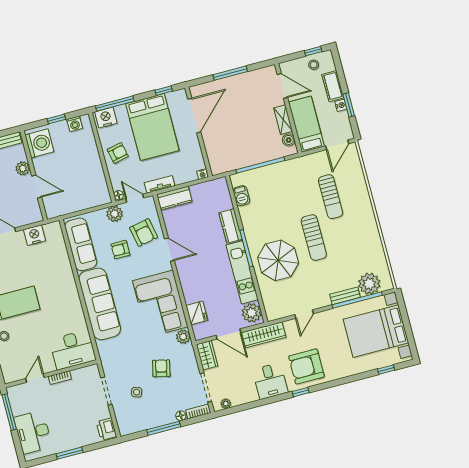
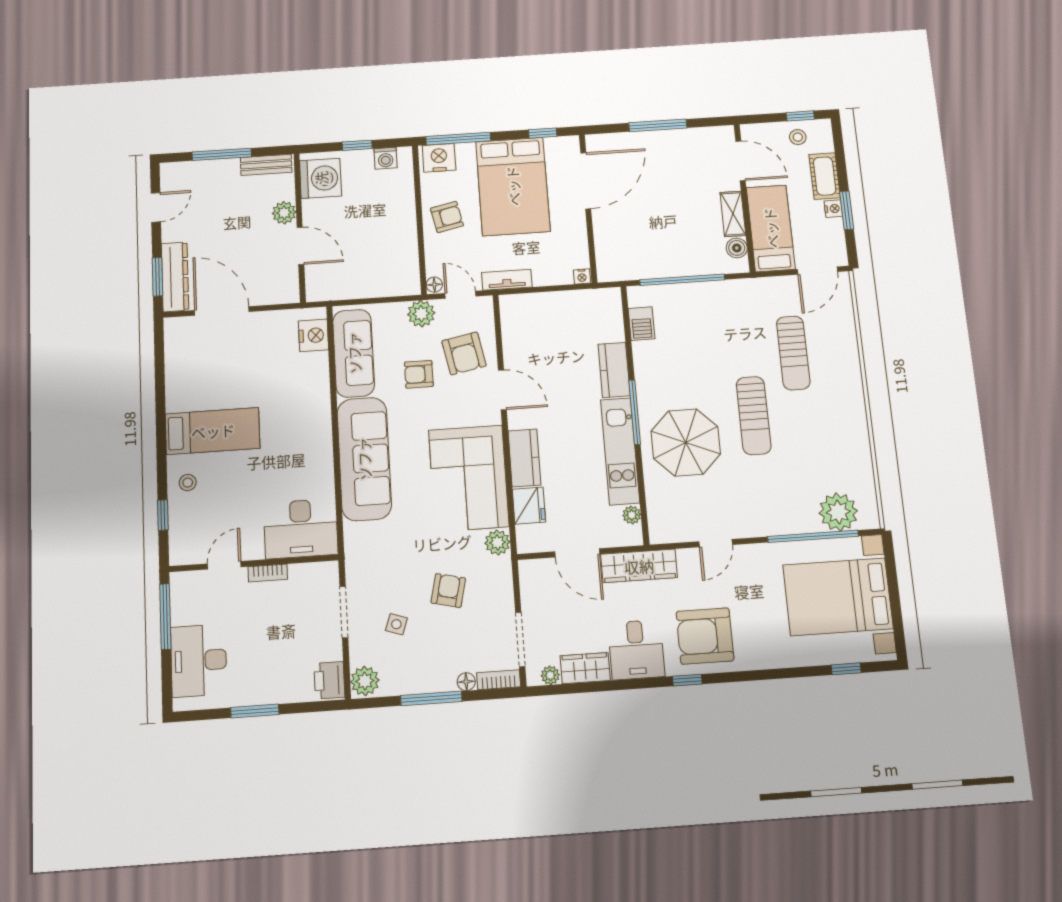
kitchen counter: (174, 198) -> (524, 458), moved, turned -90
nightstand: (35, 235) -> (313, 335), moved, turned 90
bench: (345, 296) -> (792, 525), removed
plant: (252, 313) -> (632, 515), width x0.53, depth x0.53
wardrobe: (207, 355) -> (585, 668), moved, turned -90
plant: (126, 426) -> (365, 681), added

